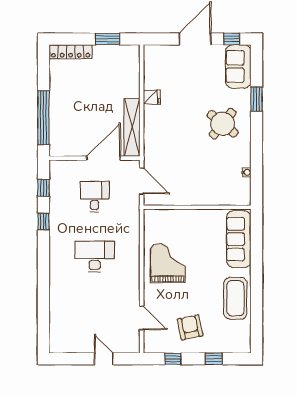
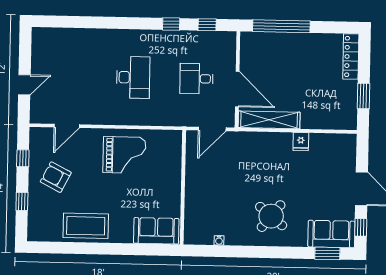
window: (257, 99) -> (327, 253), moved
desk: (95, 197) -> (197, 79), turned 180
sofa: (239, 239) -> (156, 231), width x0.73
armchair: (190, 327) -> (56, 177), turned -141

